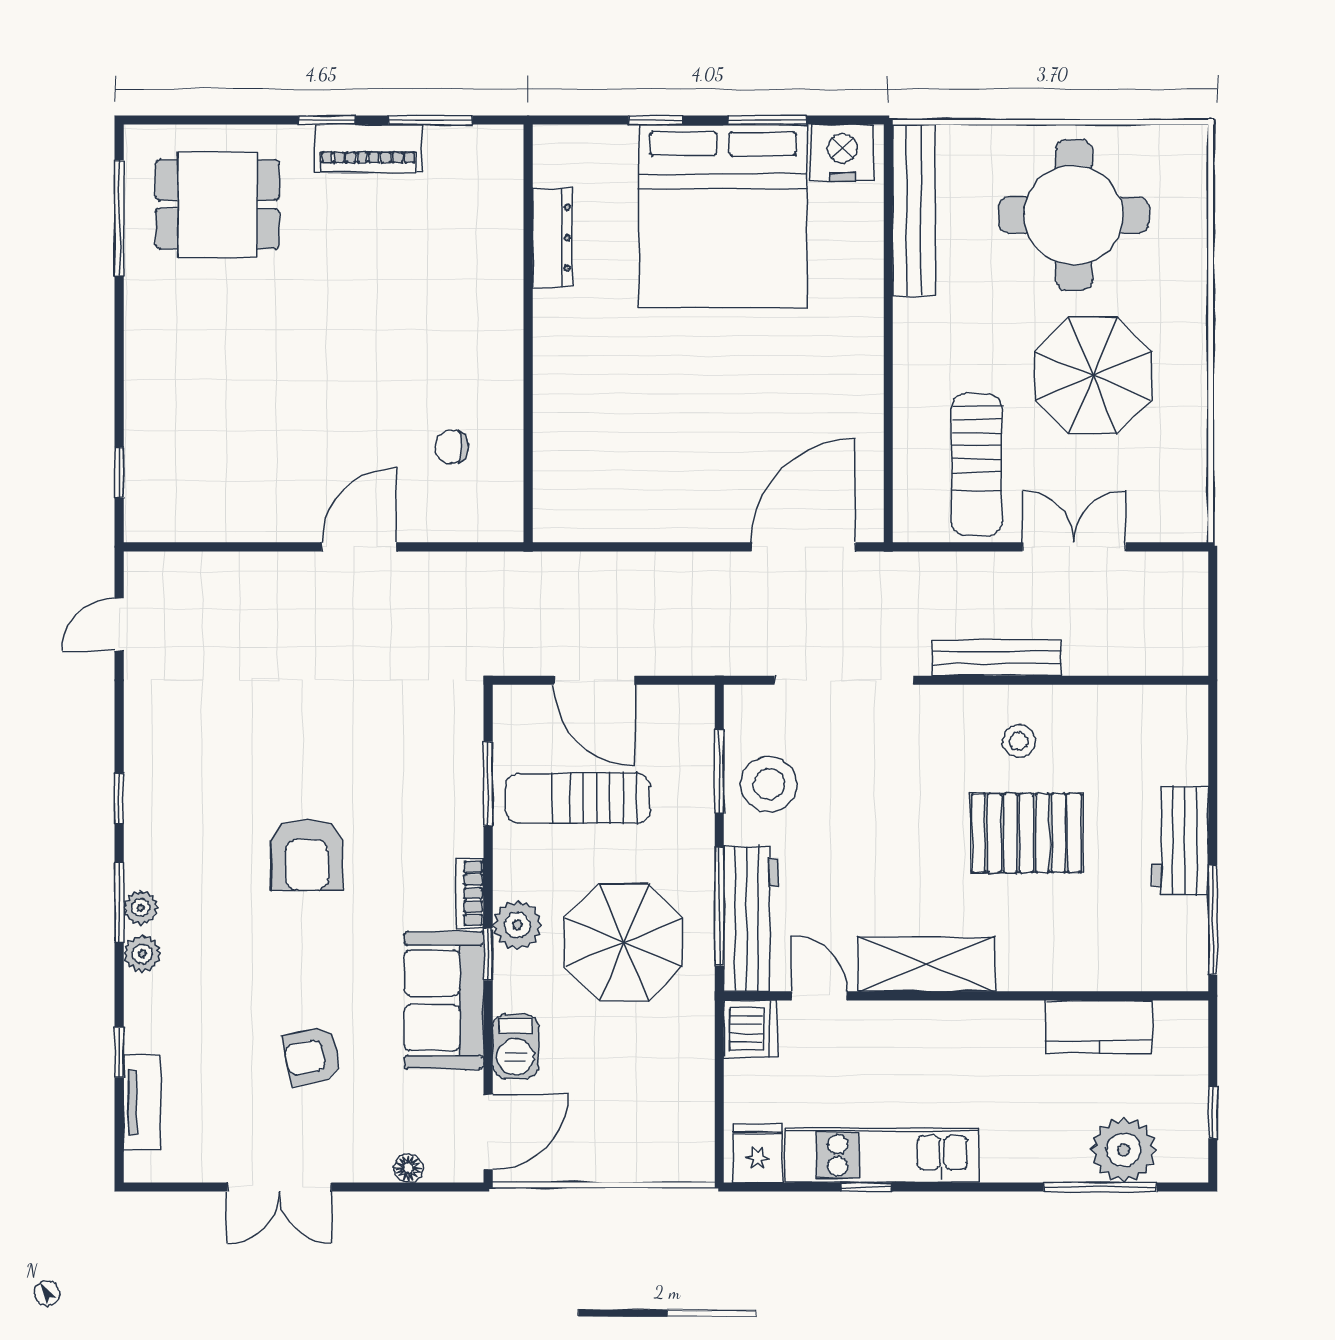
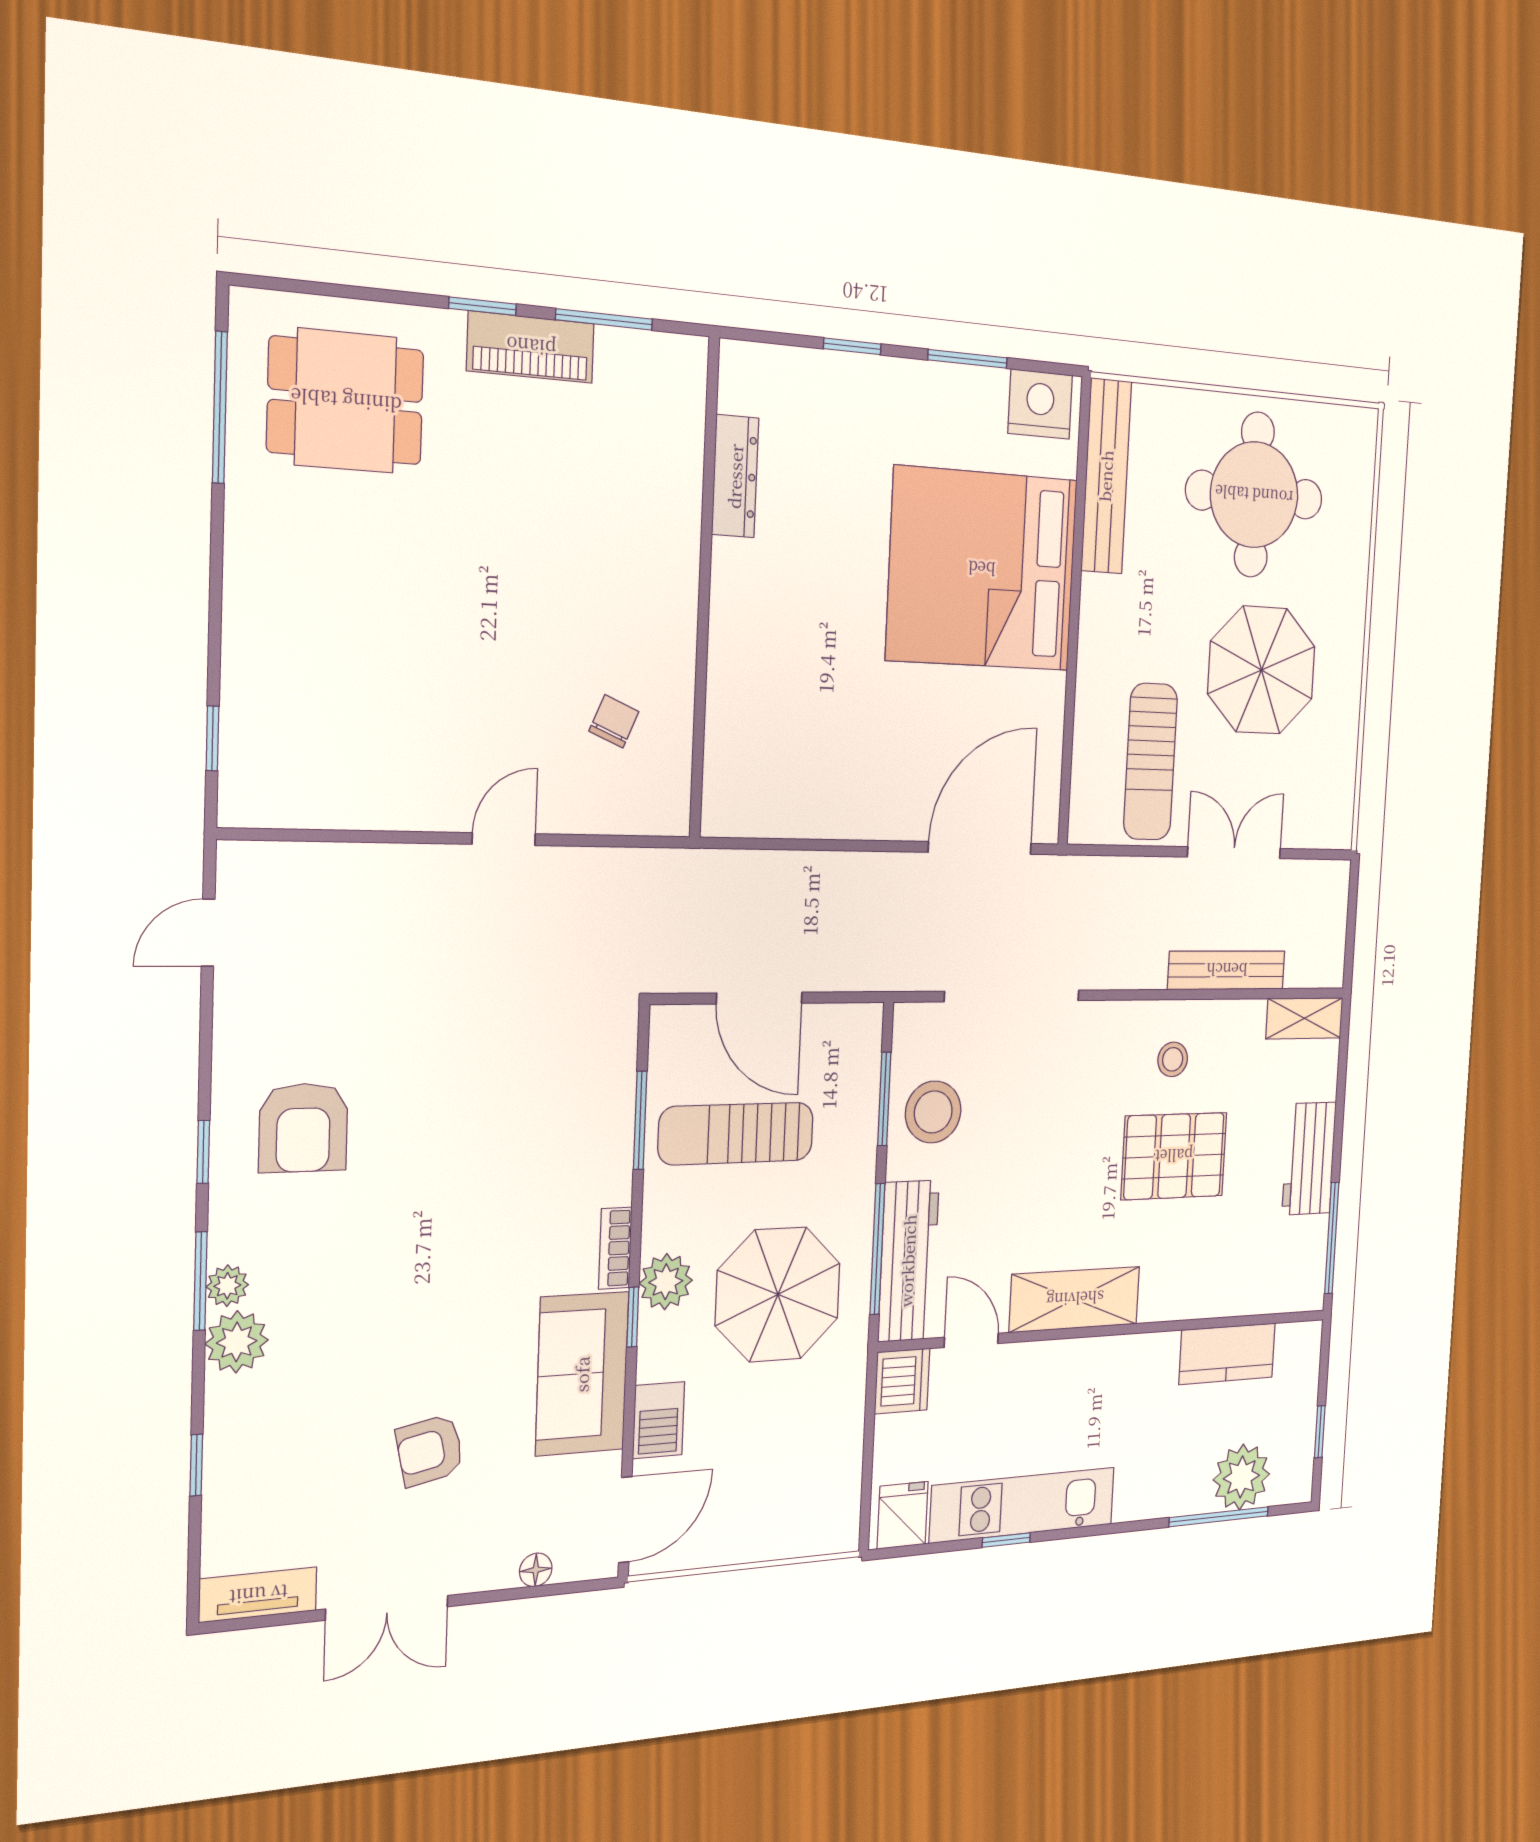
bed: (723, 216) -> (982, 569), moved, turned 90
chair: (451, 447) -> (614, 721), turned 113
door: (359, 547) -> (504, 839), width x0.73
bench: (996, 658) -> (1227, 970), moved
shelving: (1165, 704) -> (1304, 1018), added
armchair: (307, 855) -> (303, 1128), moved
plant: (142, 954) -> (237, 1342), width x1.38, depth x1.38
tv unit: (142, 1103) -> (258, 1595), moved, turned -90

